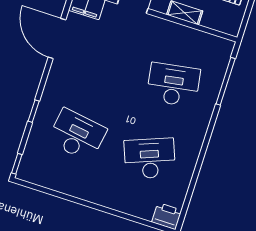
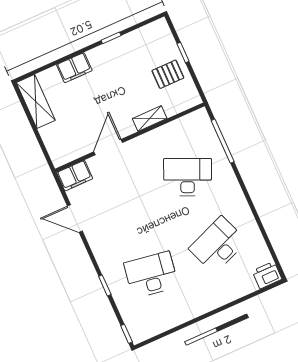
door: (57, 38) -> (75, 219), width x0.73
desk: (173, 85) -> (188, 177), turned 33

